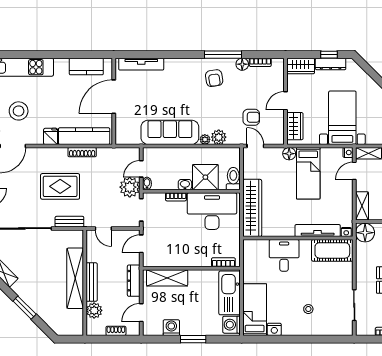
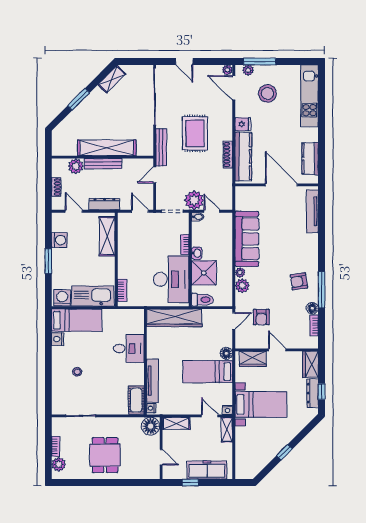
bench: (69, 222) -> (161, 147), width x1.36
cot: (332, 250) -> (136, 400), width x0.73, depth x0.75

